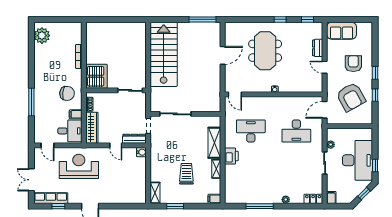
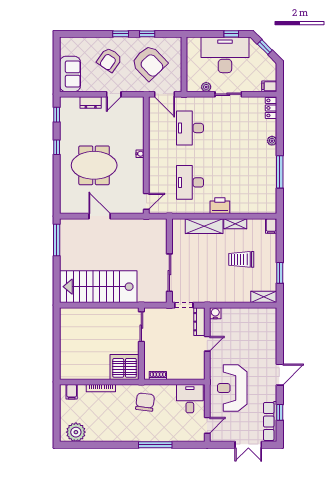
armchair: (353, 64) -> (109, 60), turned -56
armchair: (351, 97) -> (149, 63), turned 75
filing cabinet: (76, 114) -> (72, 392), moved
wardrobe: (92, 128) -> (186, 372), removed
desk: (296, 131) -> (190, 128), turned 180

